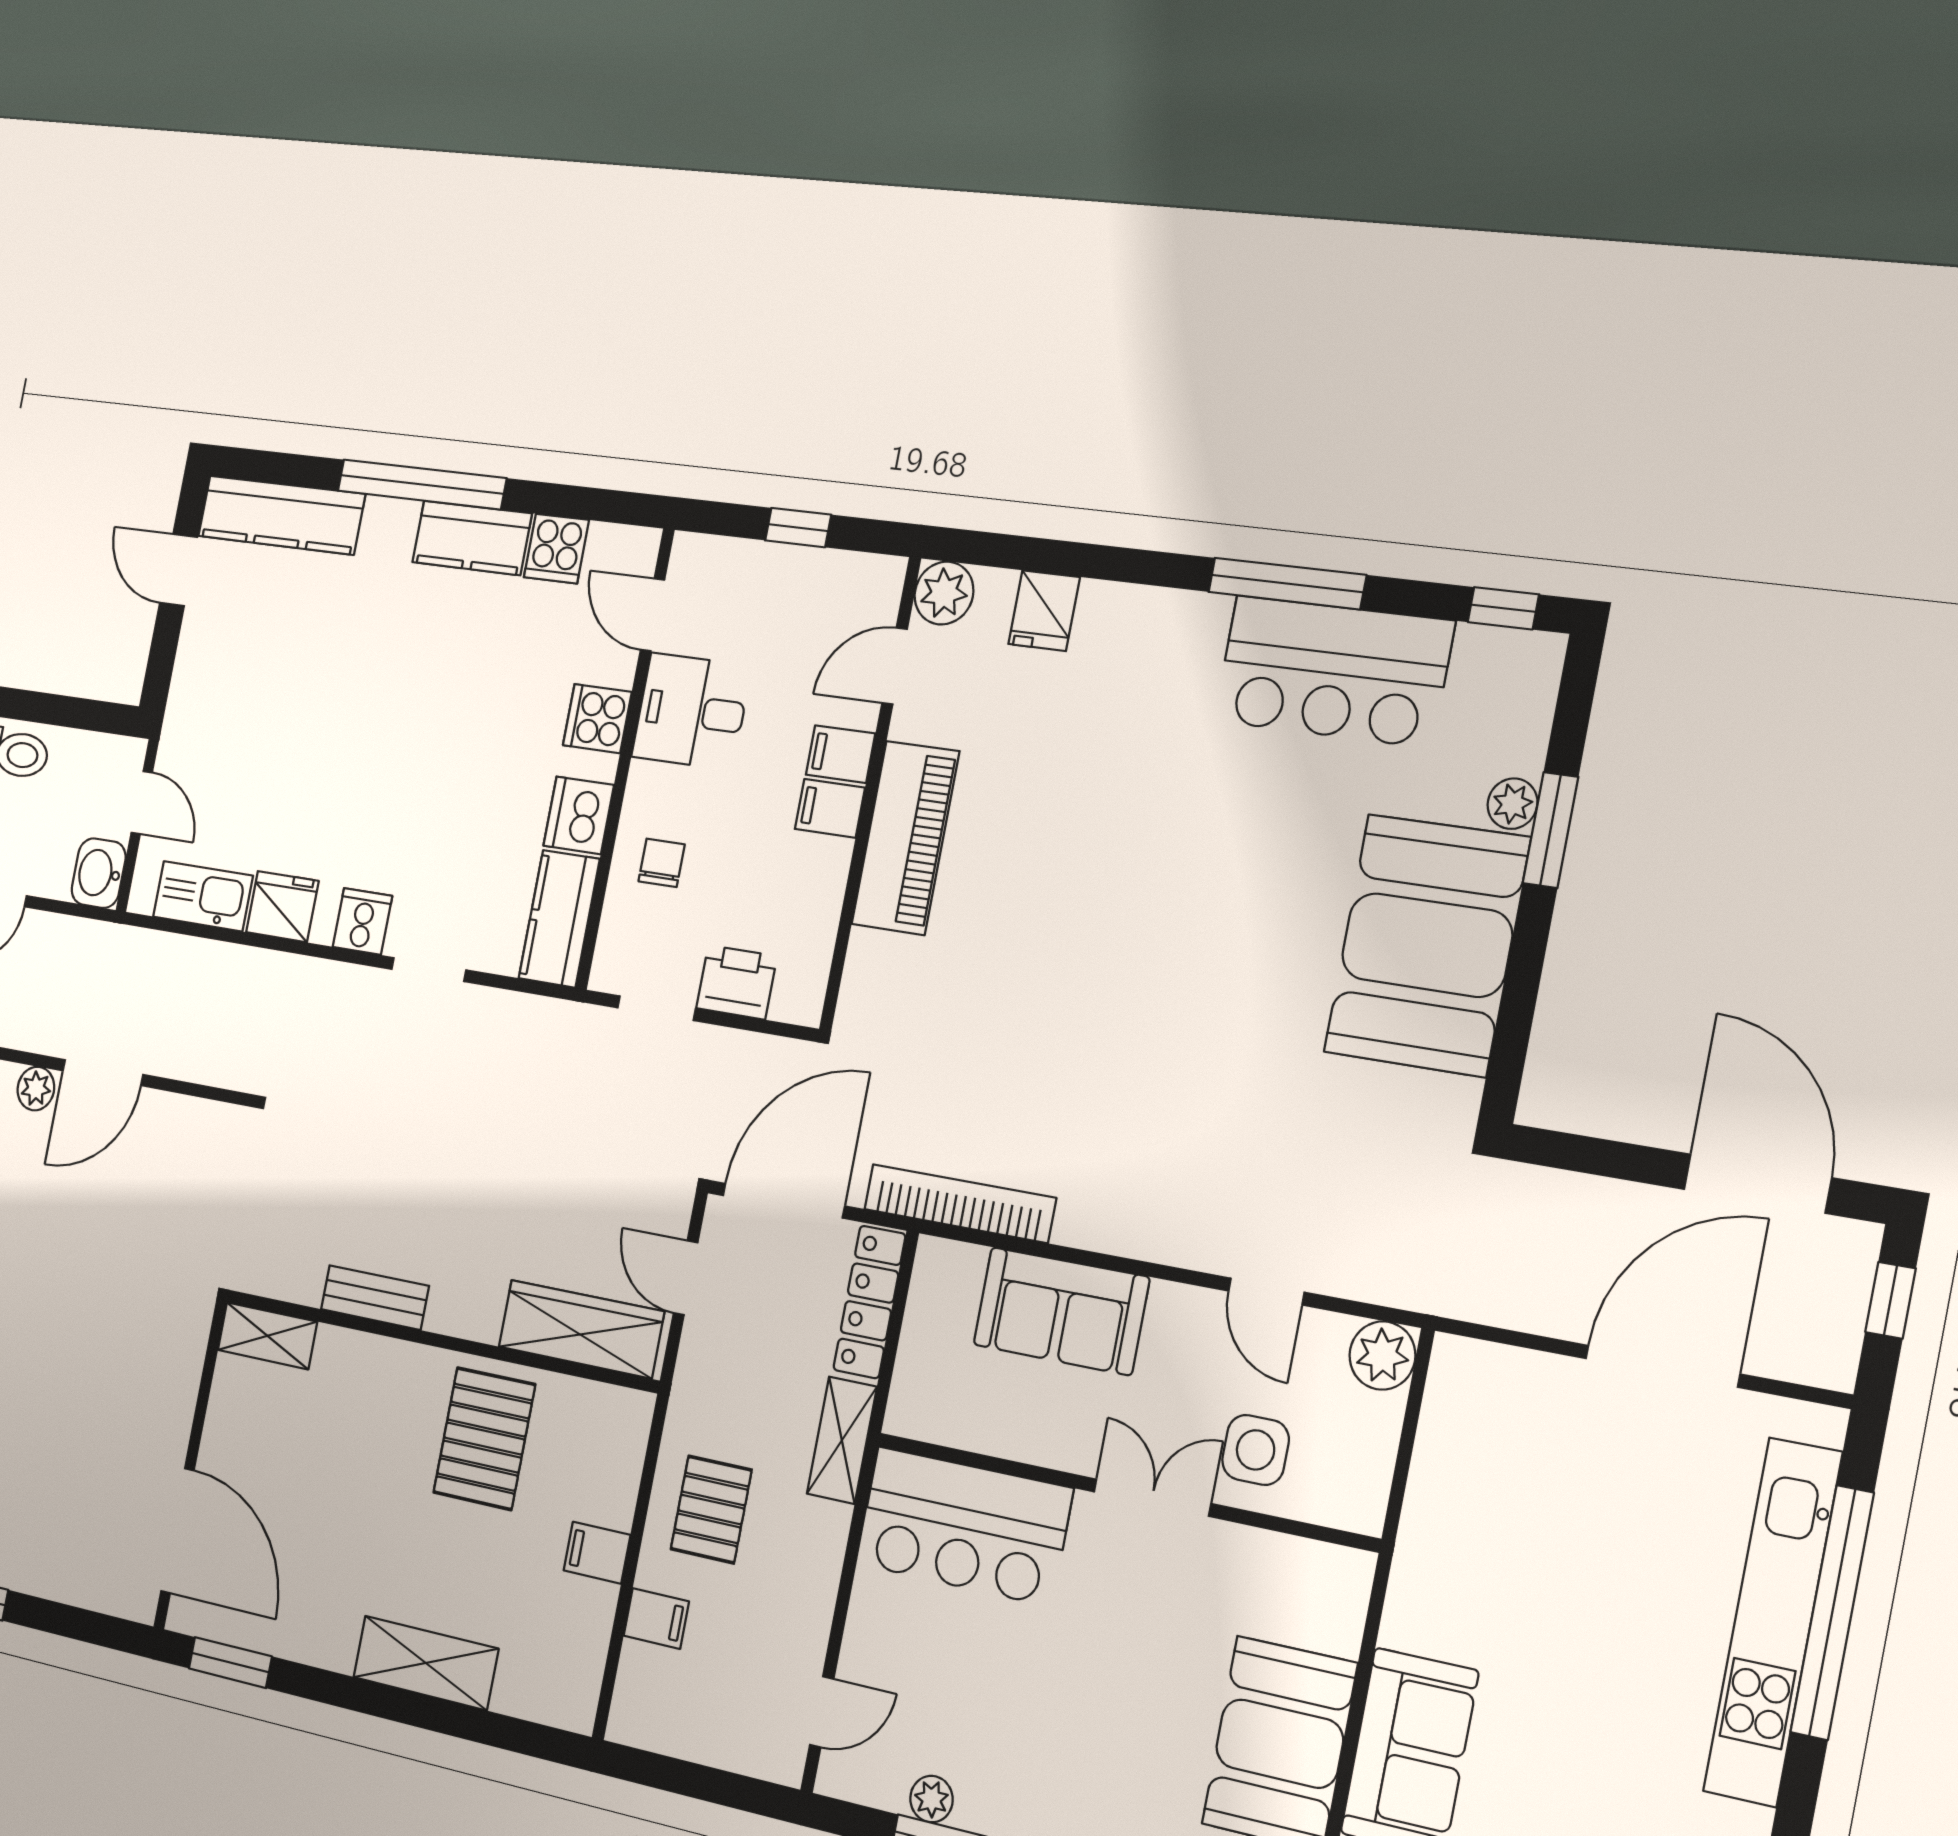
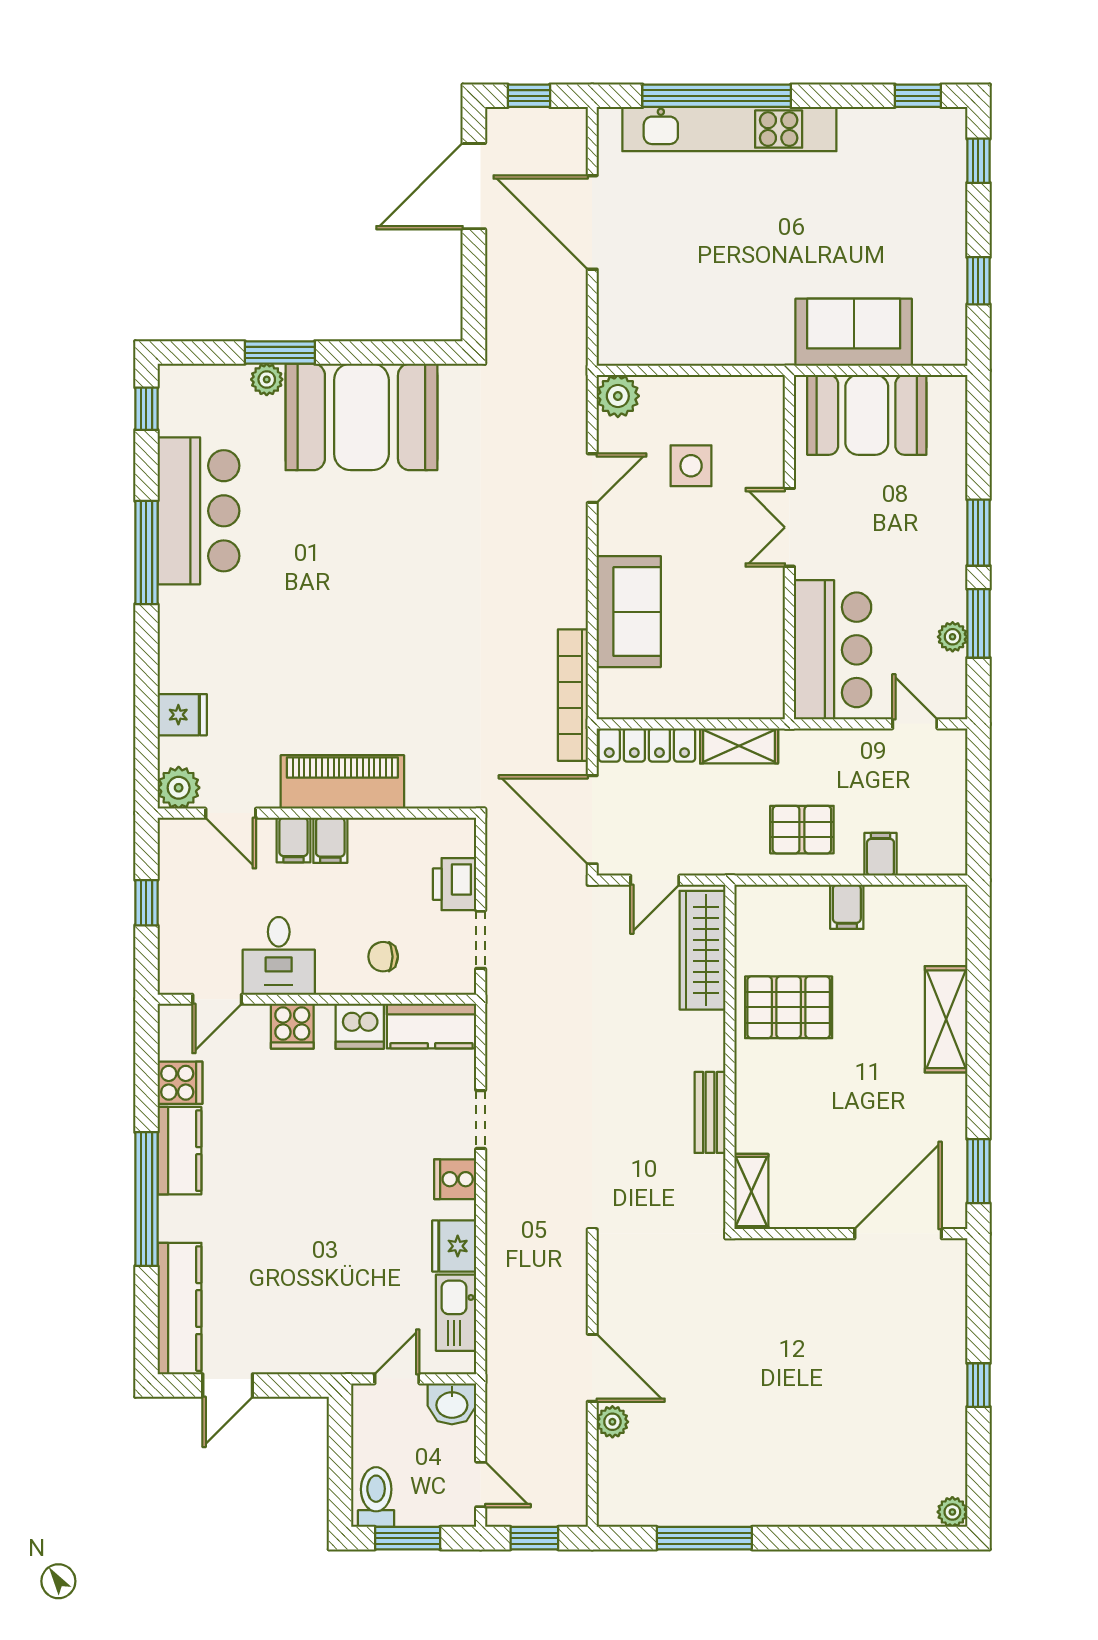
wall: (1123, 1491) -> (789, 547), moved
double door: (1152, 1498) -> (789, 527), moved
bar counter: (964, 1526) -> (833, 650), moved

